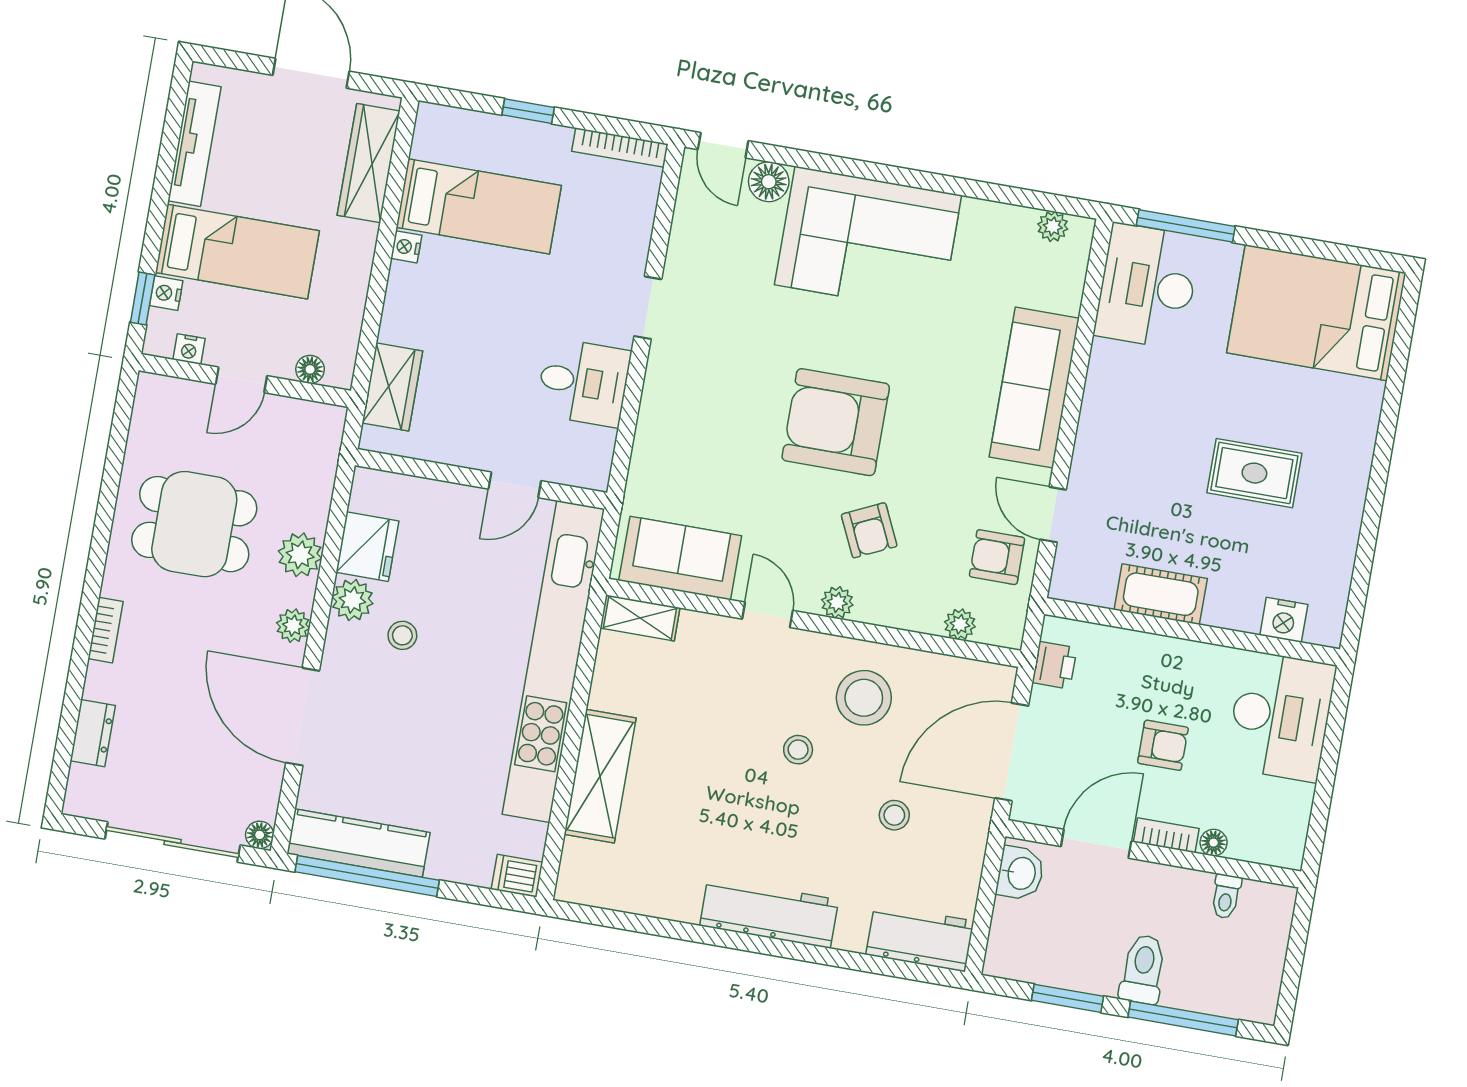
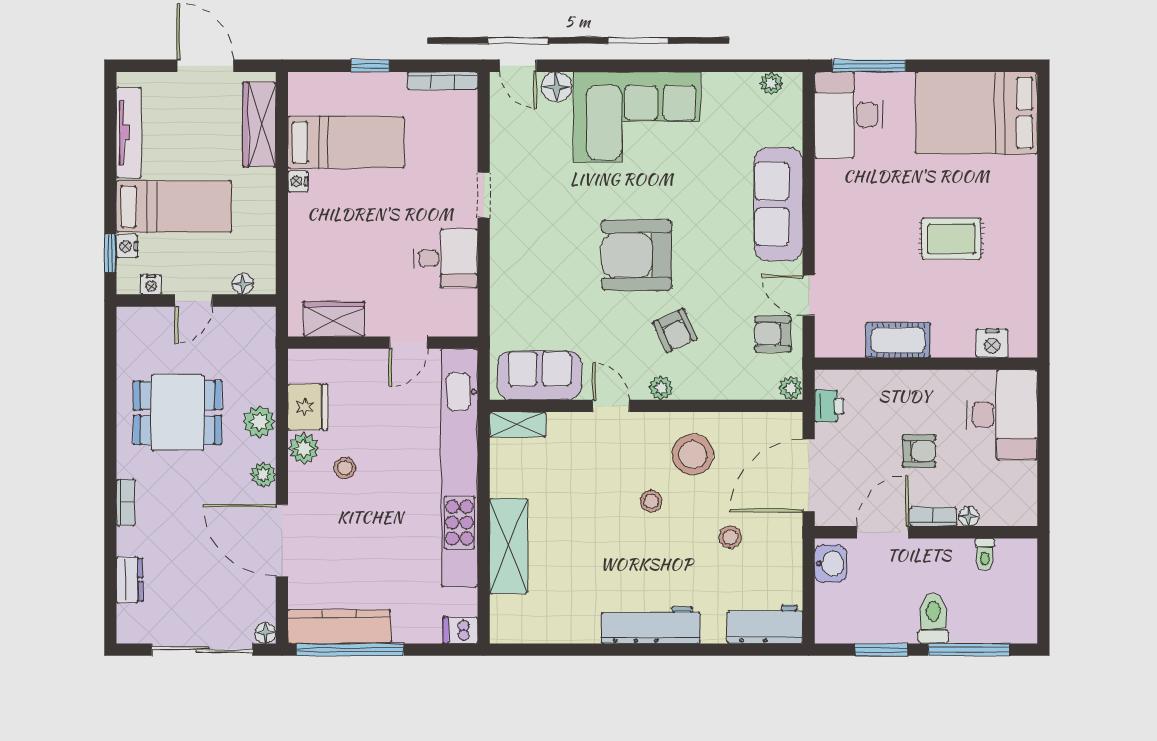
wardrobe: (392, 387) -> (334, 319), moved, turned -90
plant: (960, 624) -> (791, 388), moved

